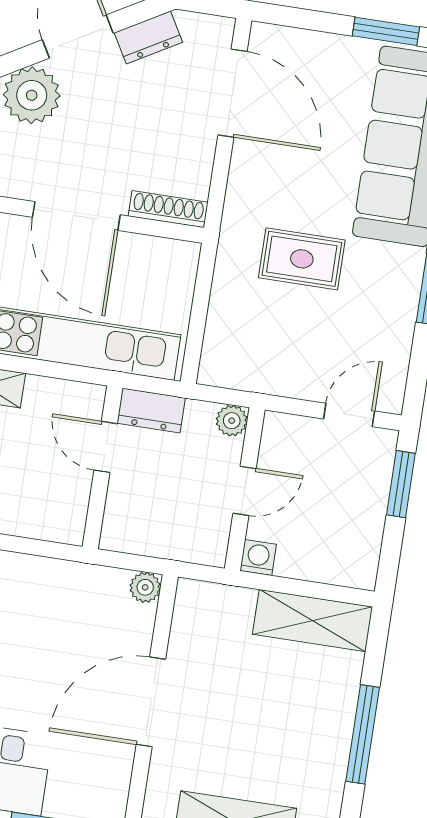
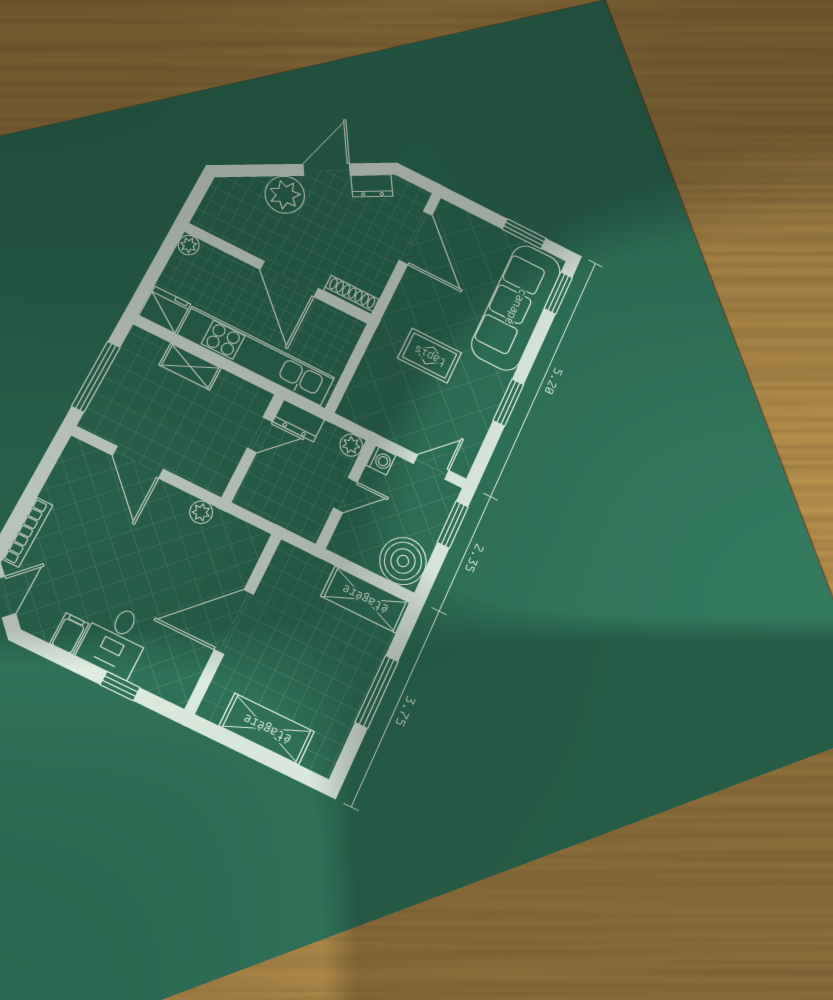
door: (106, 447) -> (260, 435), swing flipped
boiler: (348, 554) -> (403, 561), added
washing machine: (258, 558) -> (381, 460), moved, turned 90
plant: (145, 587) -> (201, 512), moved

